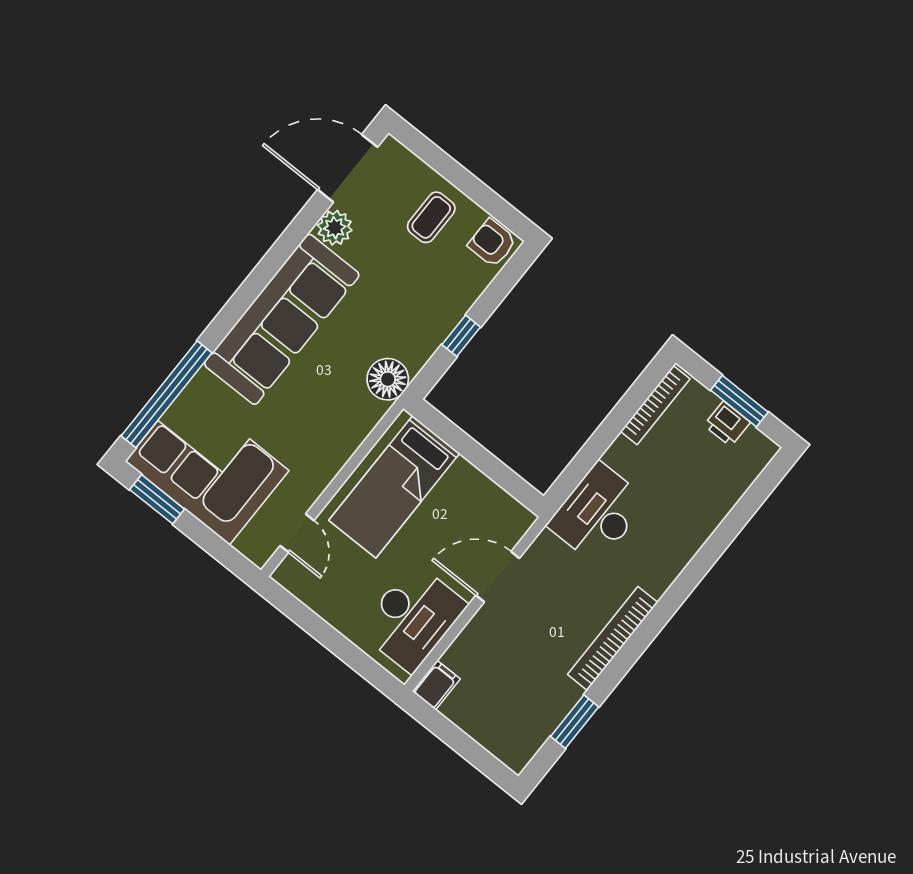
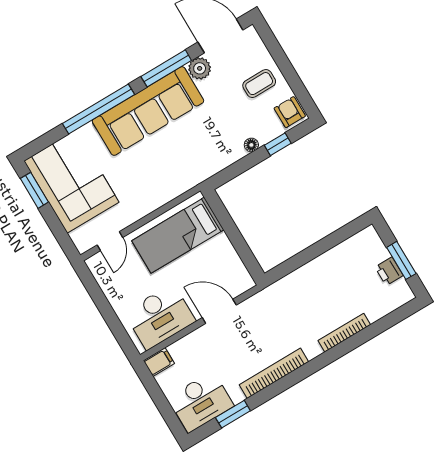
window: (285, 246) -> (166, 68), added
window: (461, 336) -> (278, 144), moved
floor lamp: (388, 379) -> (251, 145), moved, width x0.53, depth x0.53
window: (166, 394) -> (98, 109), moved
bookcase: (655, 405) -> (344, 333), moved, turned 180
desk: (598, 513) -> (201, 402), moved, turned 180

